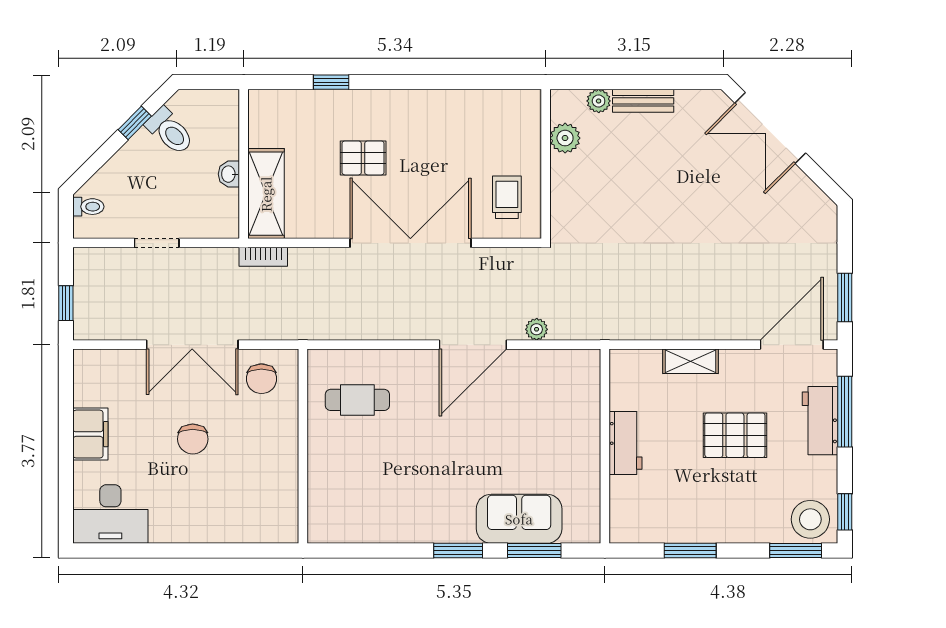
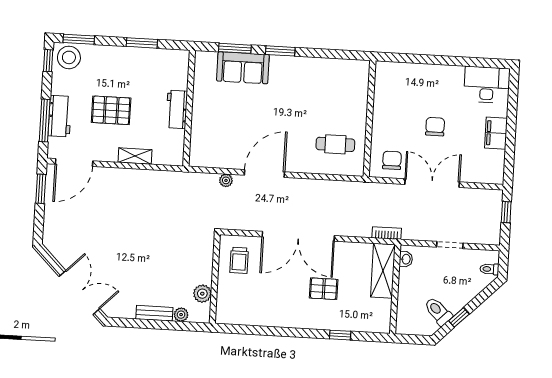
washbasin: (229, 174) -> (406, 259), moved

